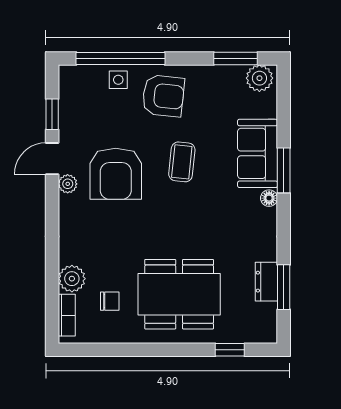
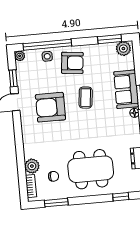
armchair: (116, 174) -> (50, 107), turned 90
plant: (68, 184) -> (20, 56), moved
window: (110, 350) -> (56, 203), added

